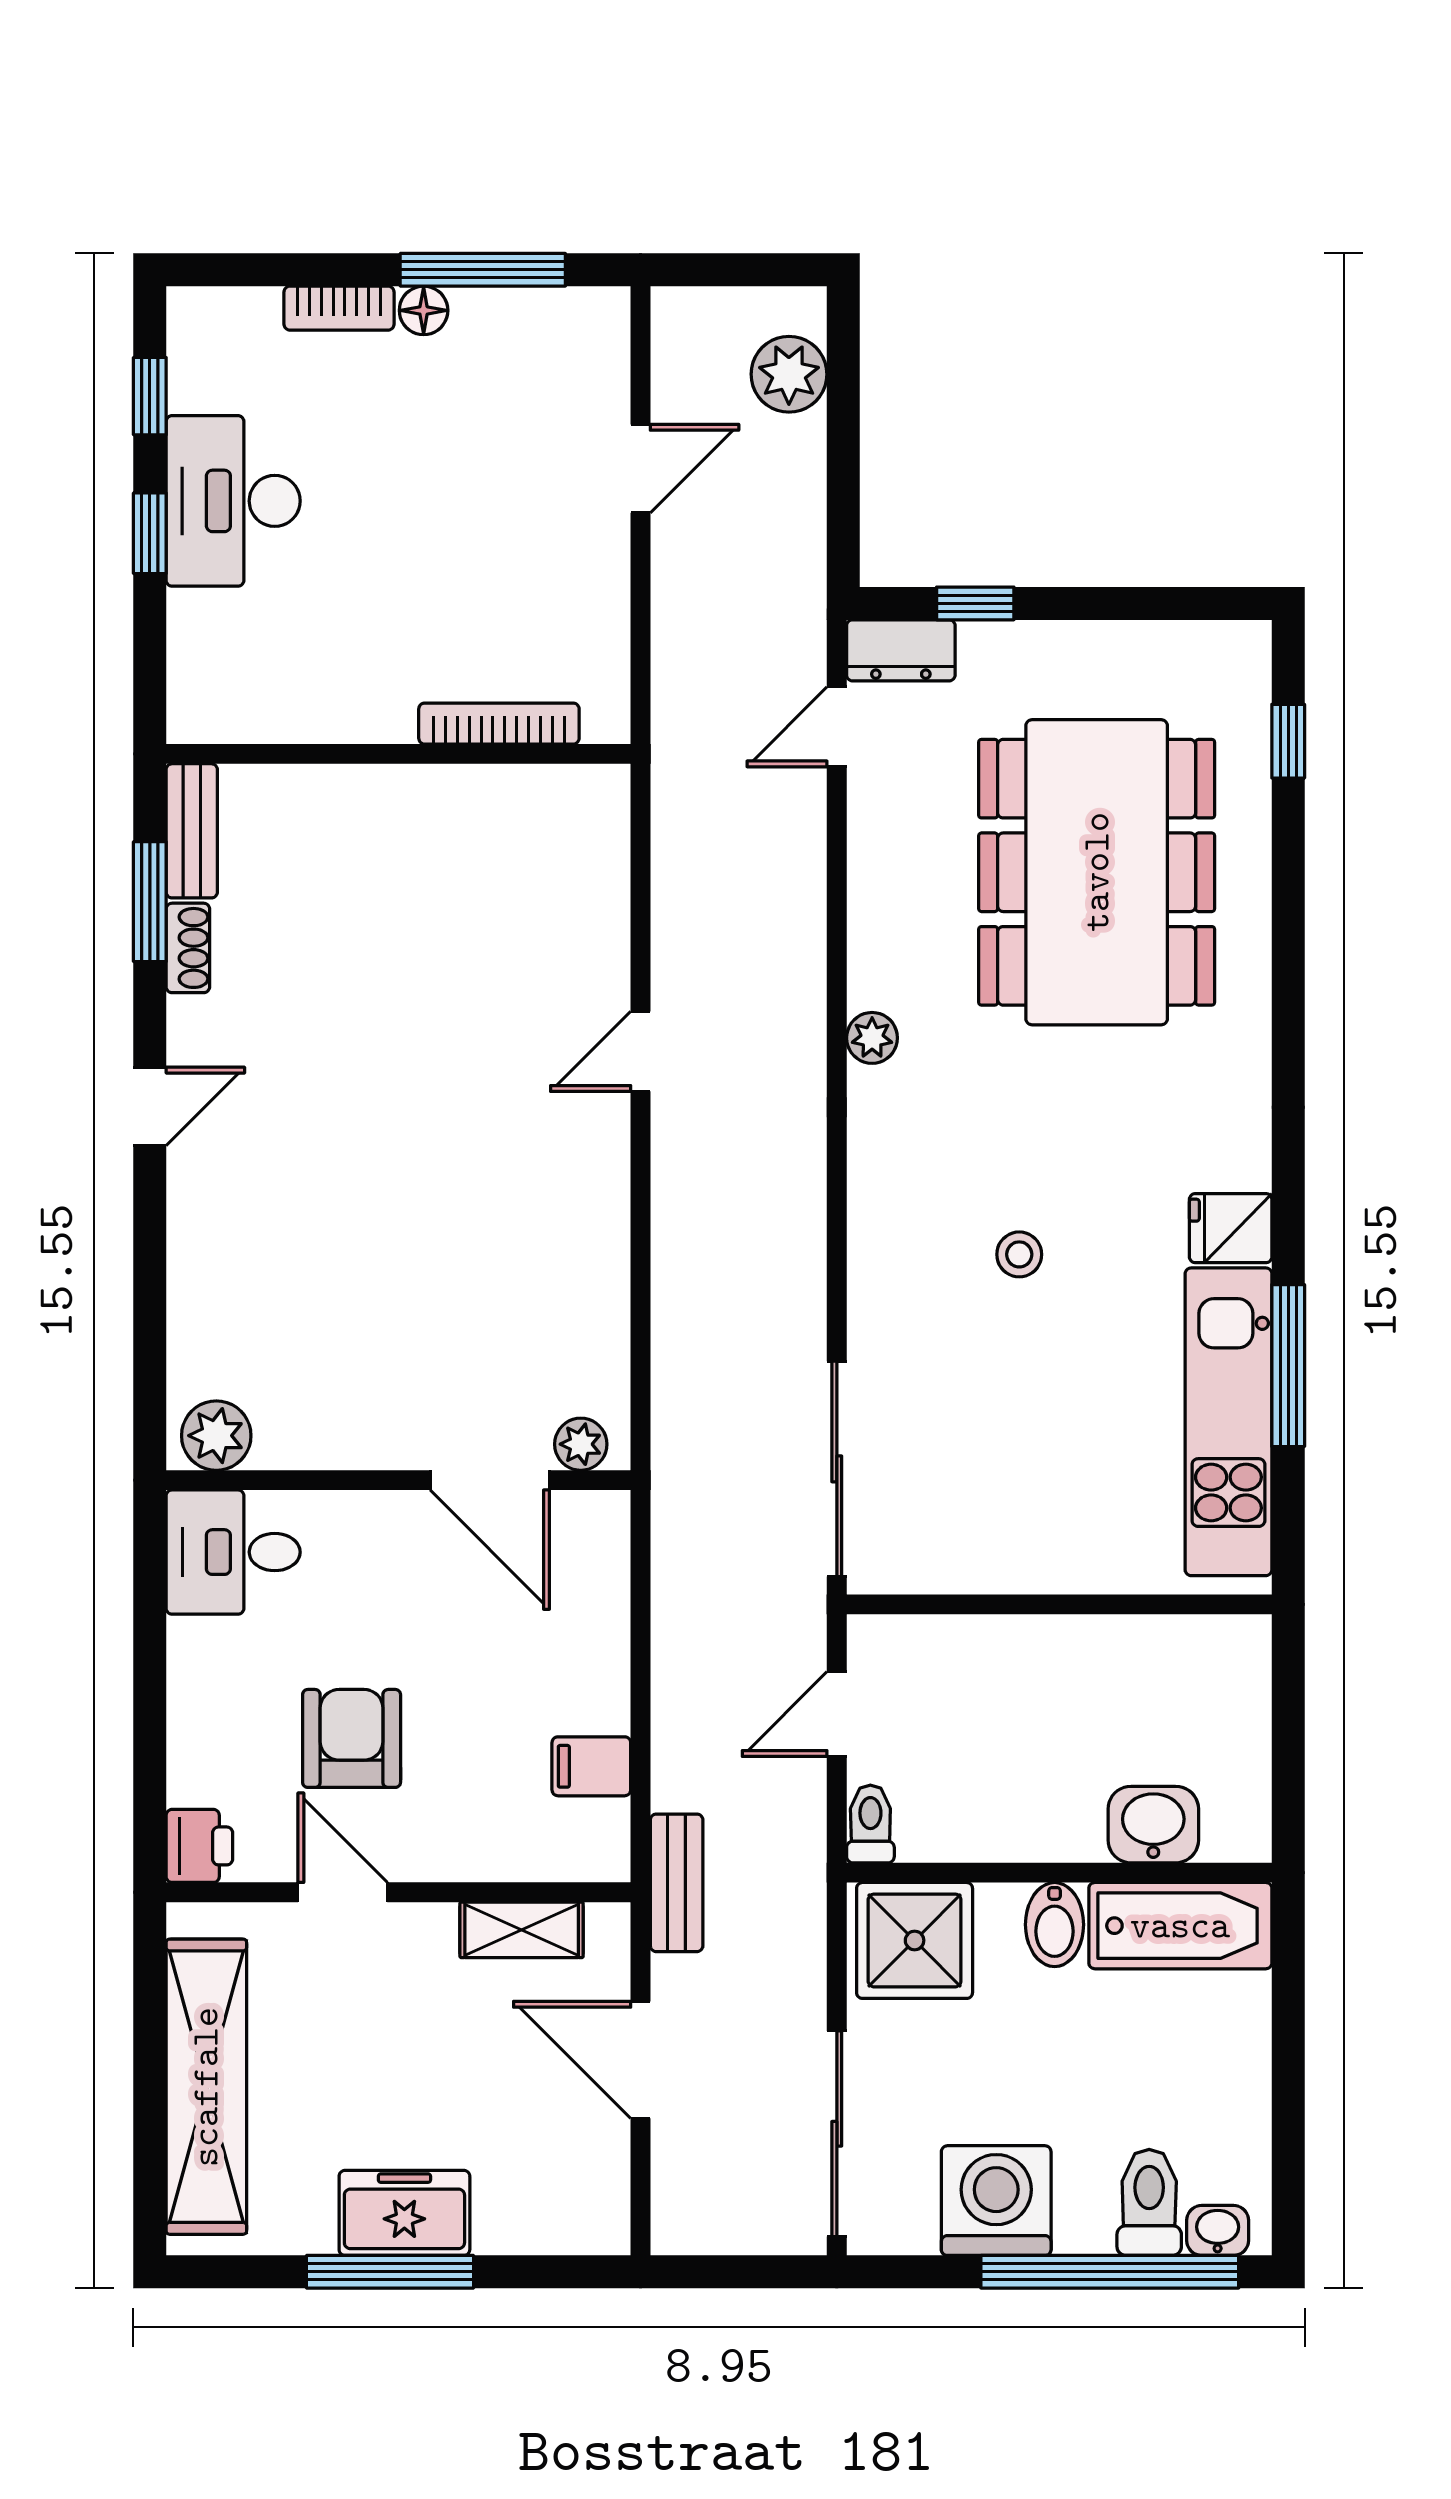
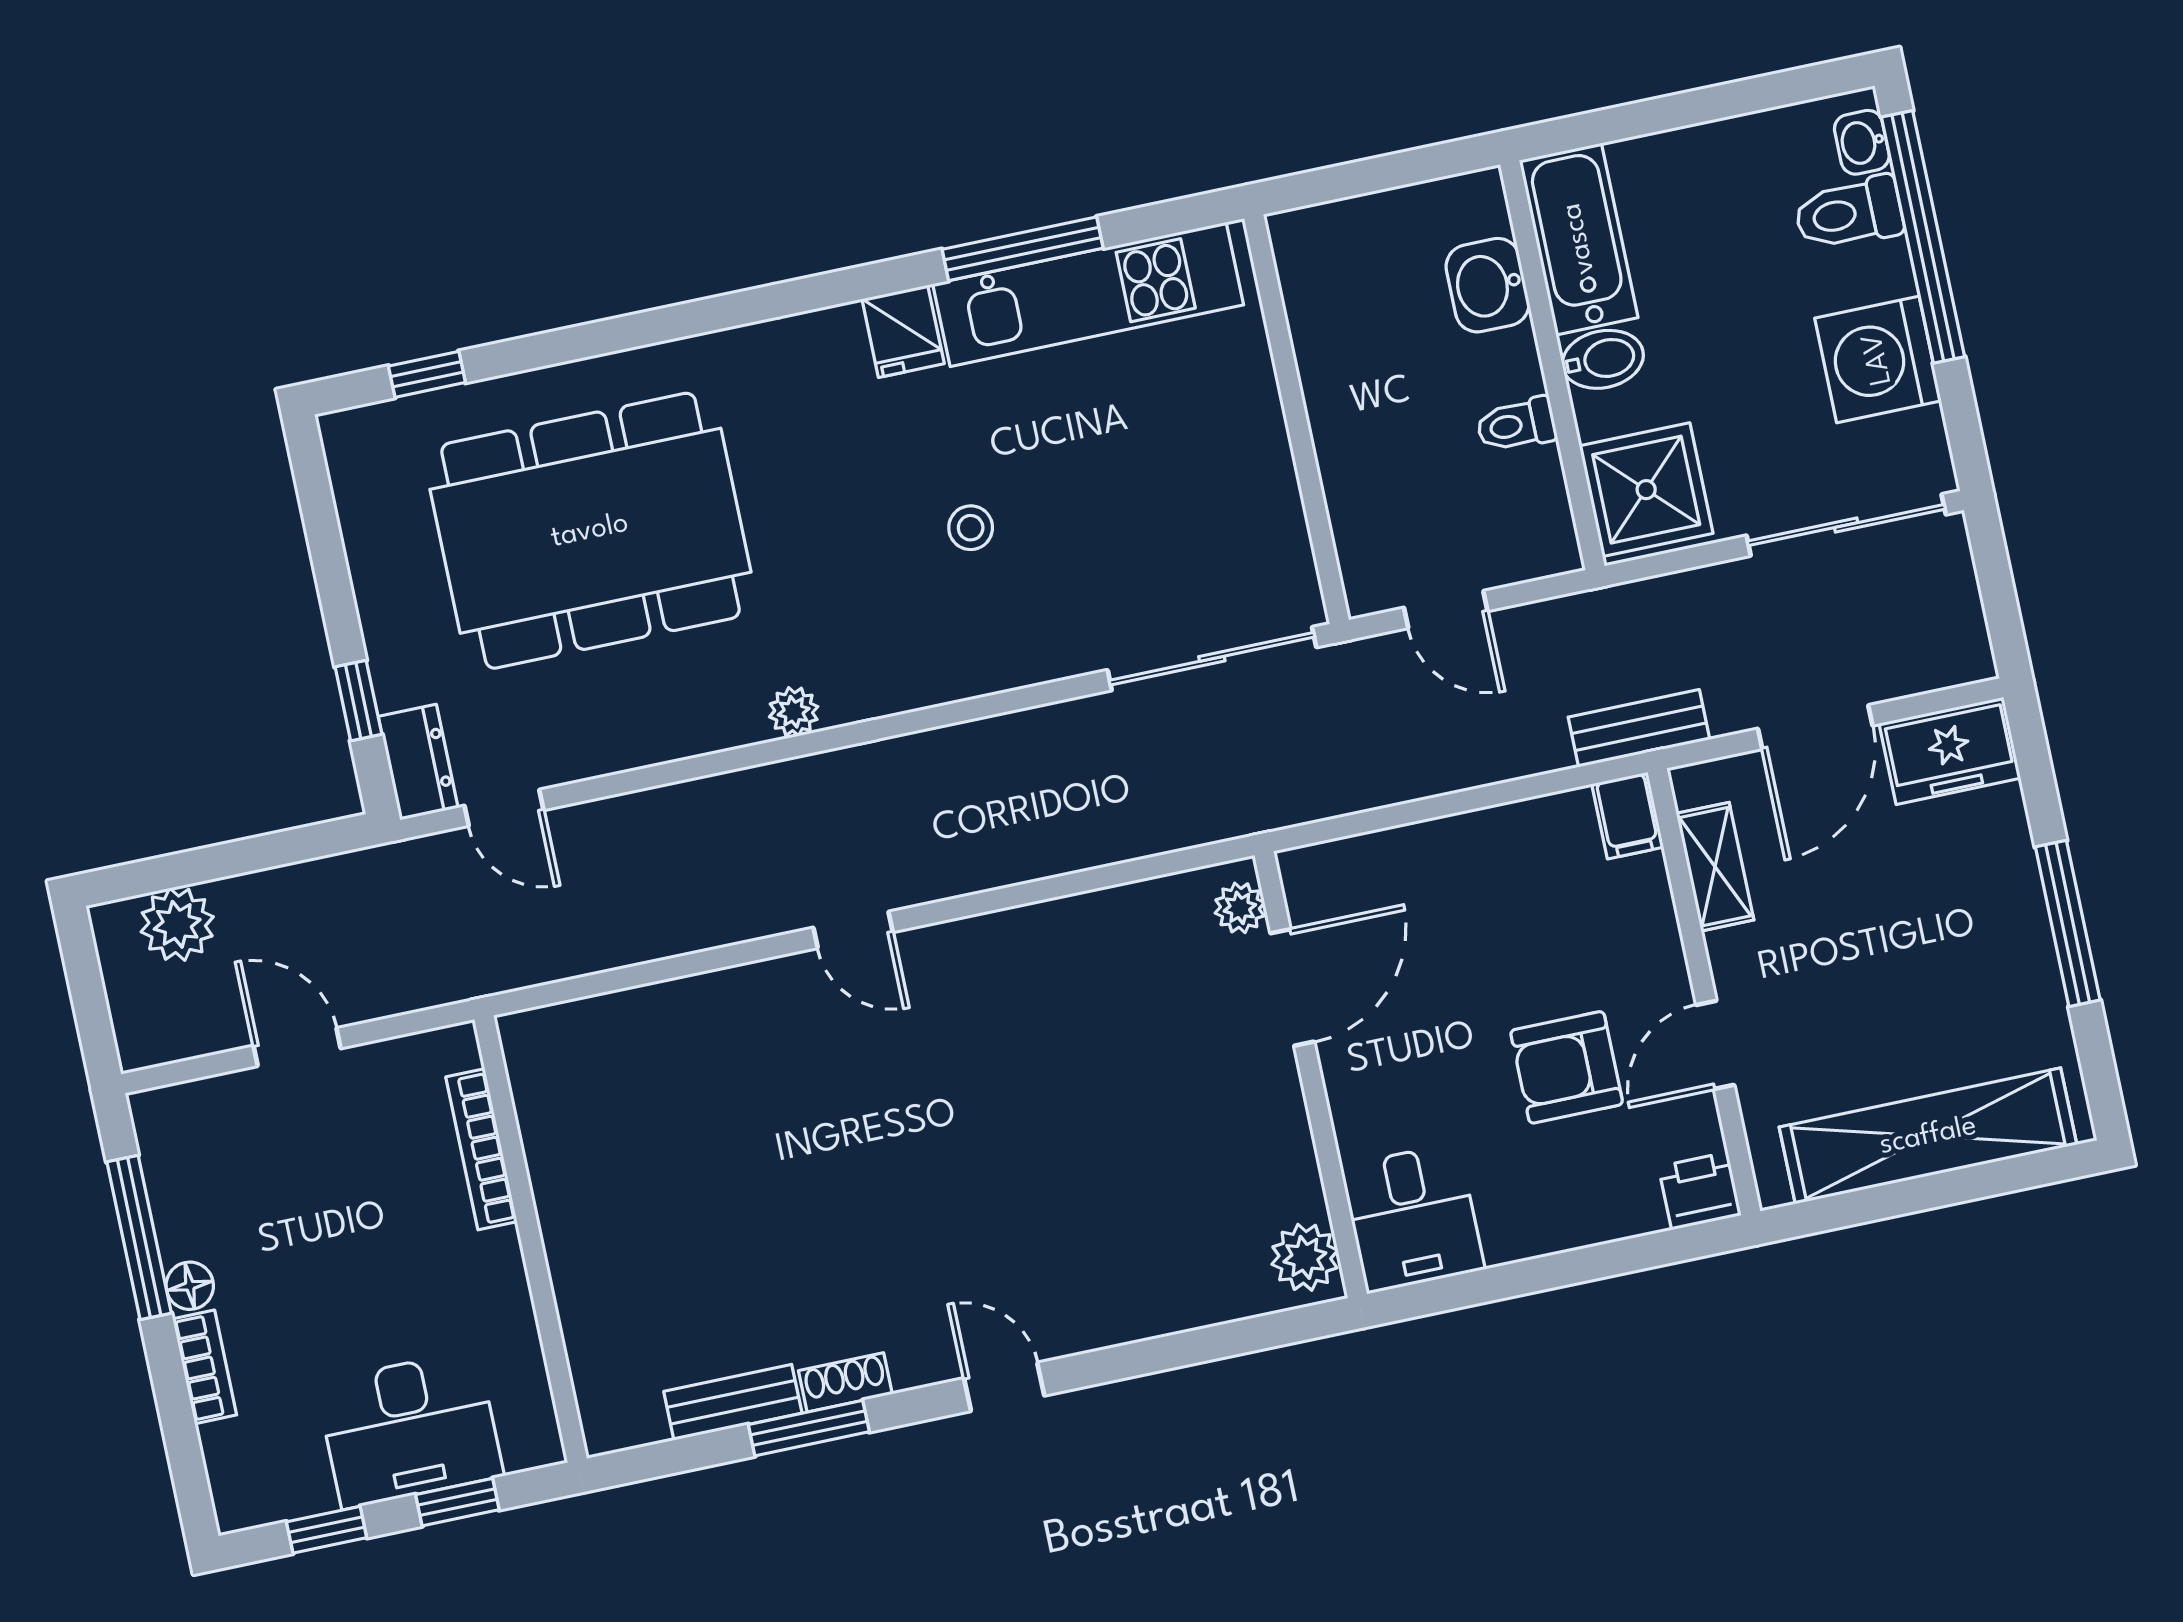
bookcase: (499, 724) -> (481, 1149), moved
wall: (398, 754) -> (531, 1239), moved
filing cabinet: (591, 1766) -> (1628, 816), moved
toilet: (870, 1824) -> (1516, 425), moved
freezer: (404, 2213) -> (1950, 751), moved, turned -90

